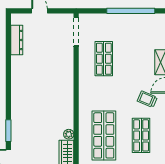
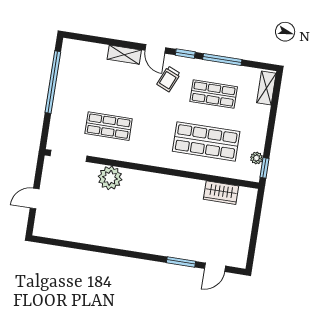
dresser: (17, 40) -> (67, 233), removed
plant: (69, 134) -> (110, 178), moved, width x1.88, depth x1.88

